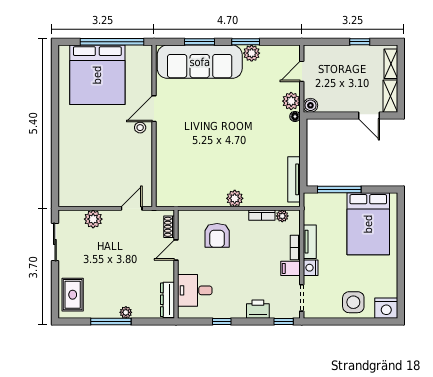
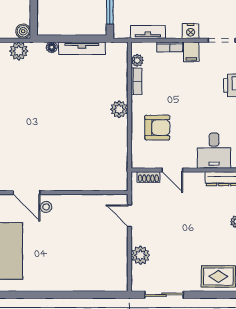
floor lamp: (295, 116) -> (52, 47), moved
tv unit: (294, 179) -> (82, 48), moved
tv unit: (310, 242) -> (148, 32), moved

